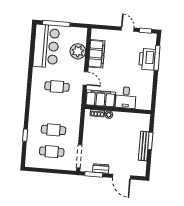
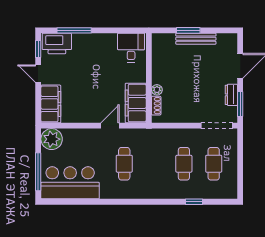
door: (128, 29) -> (38, 74), hinge flipped
plant: (78, 51) -> (52, 139), moved
filing cabinet: (97, 54) -> (51, 104), moved, turned 90
printer: (147, 59) -> (57, 43), moved
desk: (126, 97) -> (131, 48), moved, turned -90

